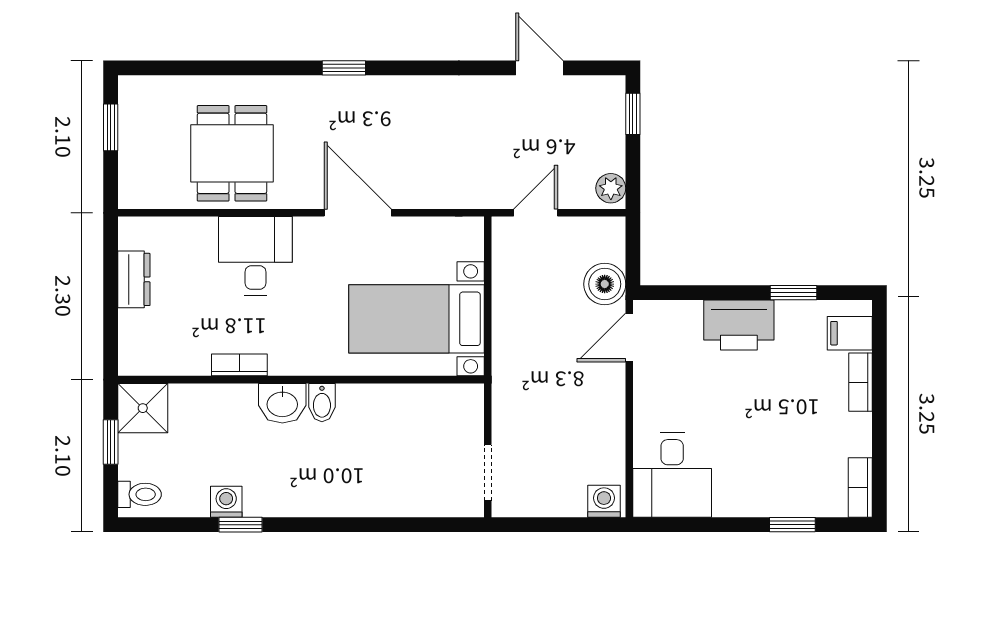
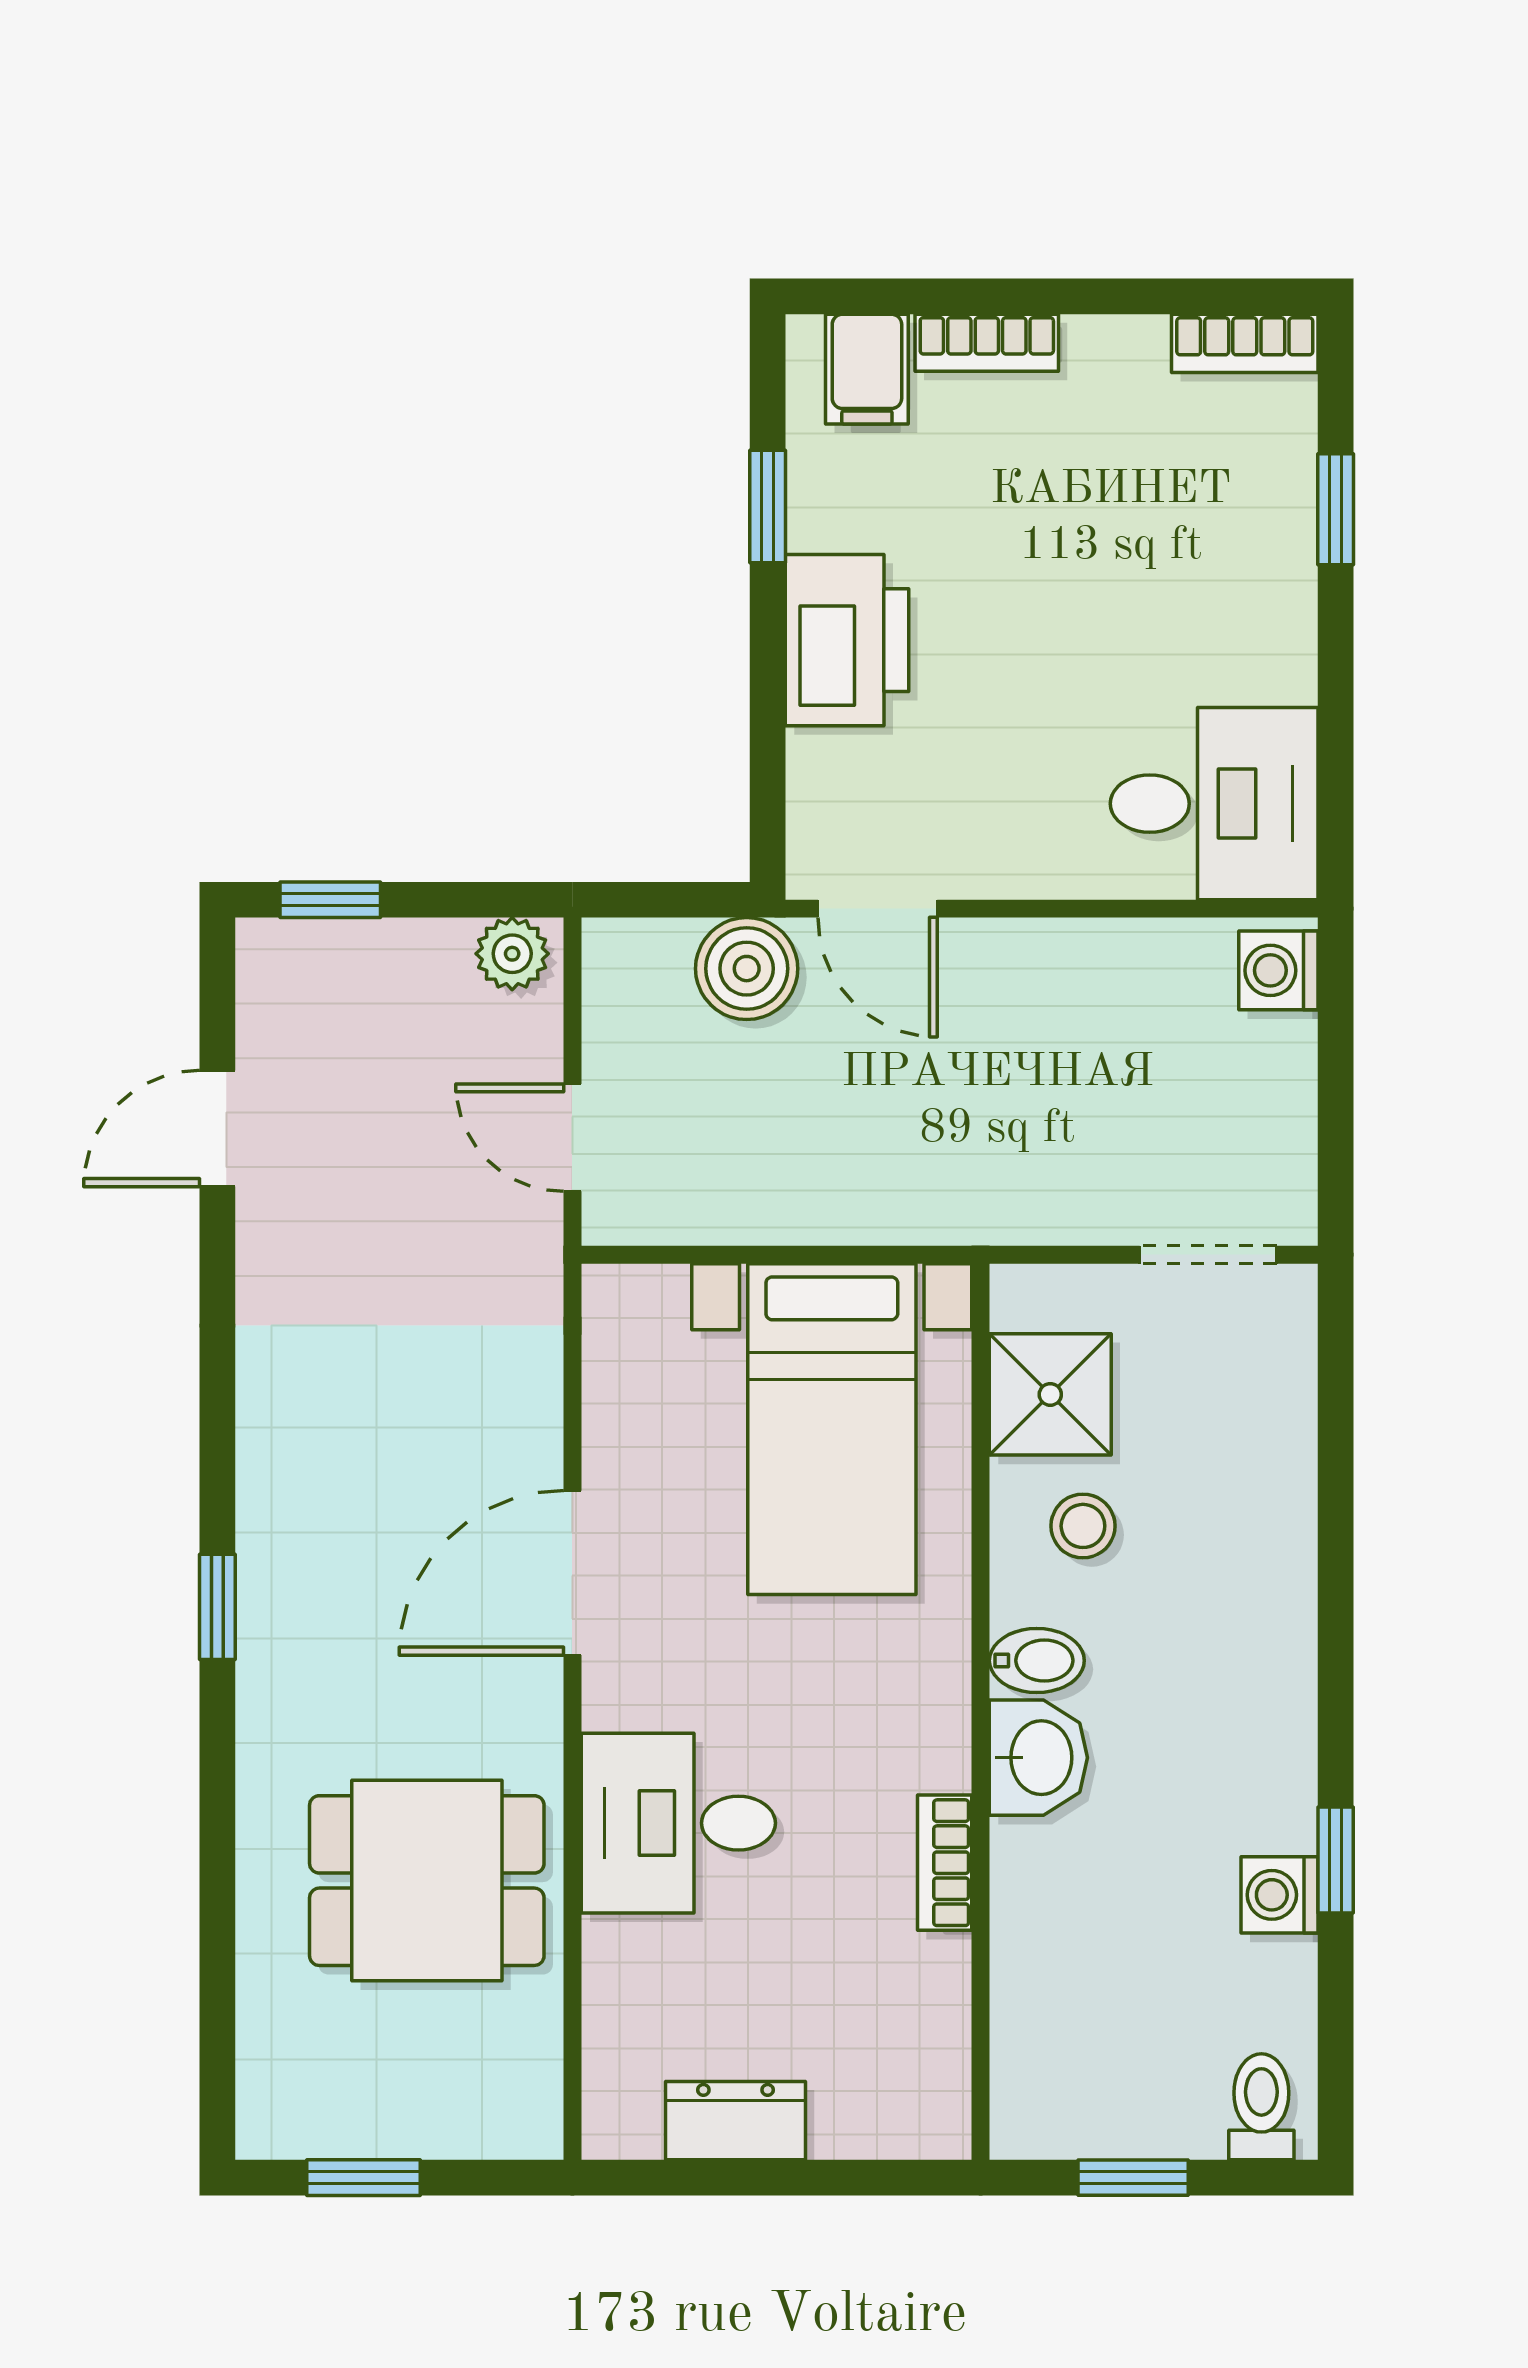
shower: (143, 408) -> (1050, 1394), moved
stool: (377, 421) -> (1083, 1526), added

